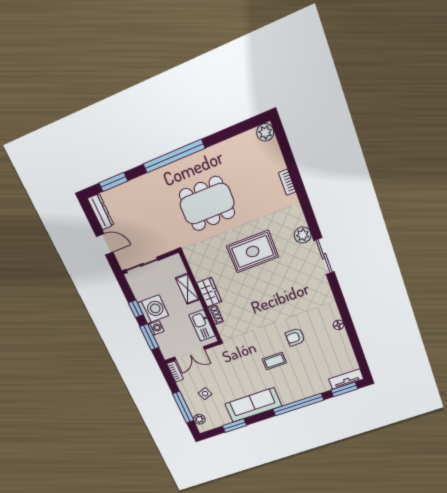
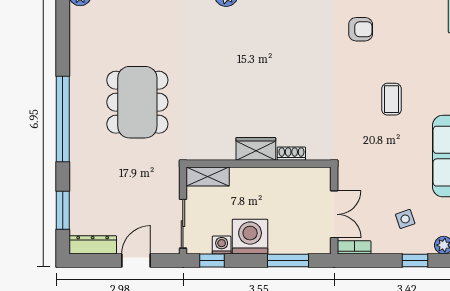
rug: (253, 252) -> (223, 68), removed
shelving: (187, 289) -> (208, 176), moved
window: (136, 309) -> (212, 261), moved
kitchen sink: (202, 325) -> (300, 179), removed
washing machine: (156, 328) -> (222, 245), moved
armchair: (295, 337) -> (361, 29), moved, turned -90
window: (183, 407) -> (415, 261), width x0.46

